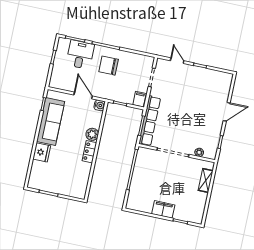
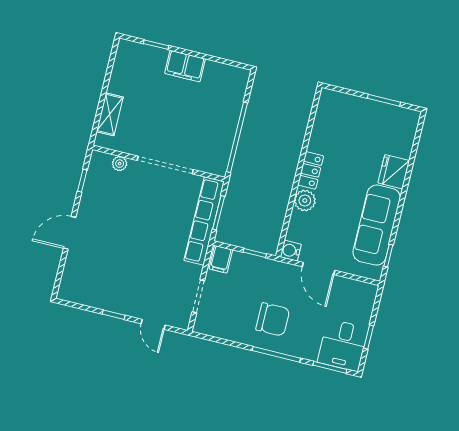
desk: (80, 55) -> (343, 345), moved

